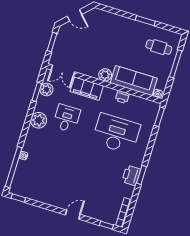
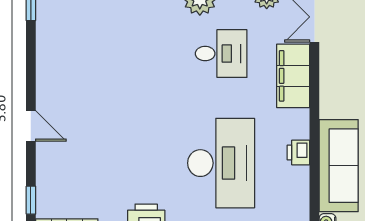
plant: (105, 75) -> (332, 104), removed

